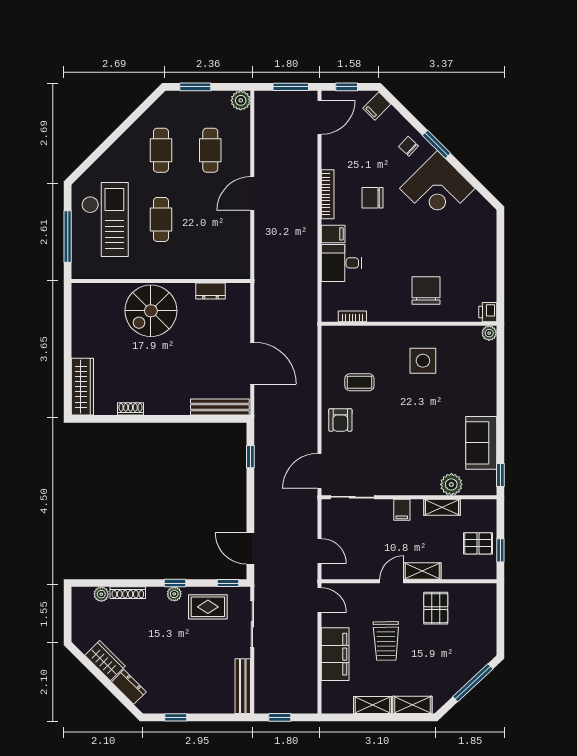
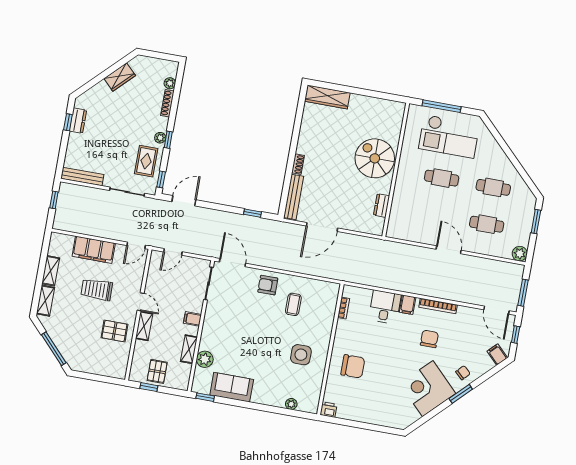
plant: (489, 333) -> (291, 404), moved
shoe rack: (131, 409) -> (298, 164), moved
dresser: (129, 687) -> (78, 121), moved, turned -45

